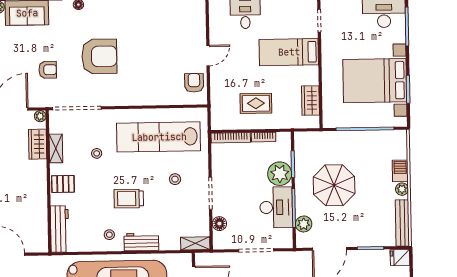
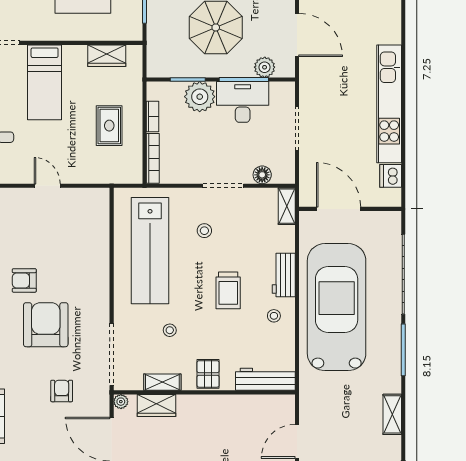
armchair: (194, 83) -> (24, 280), moved

